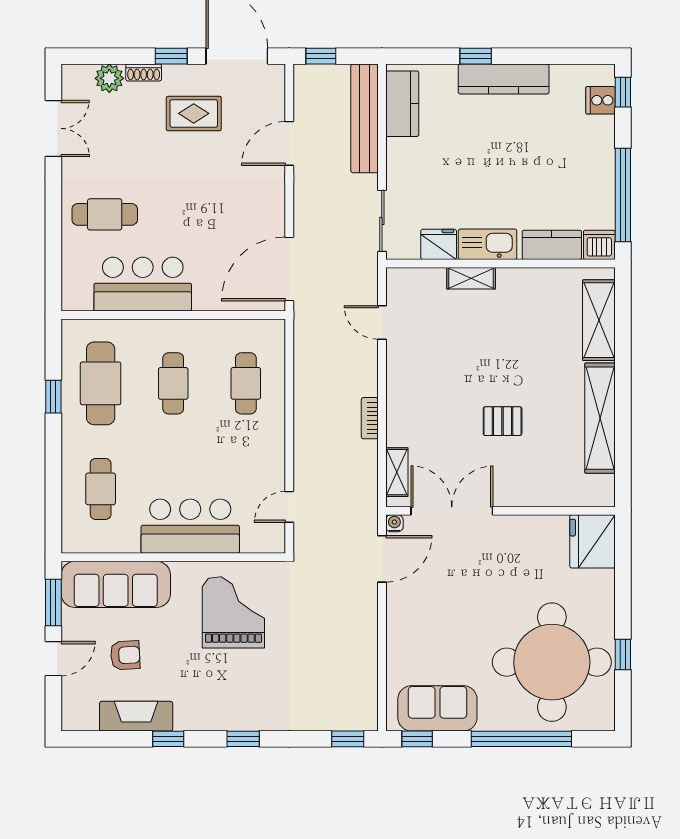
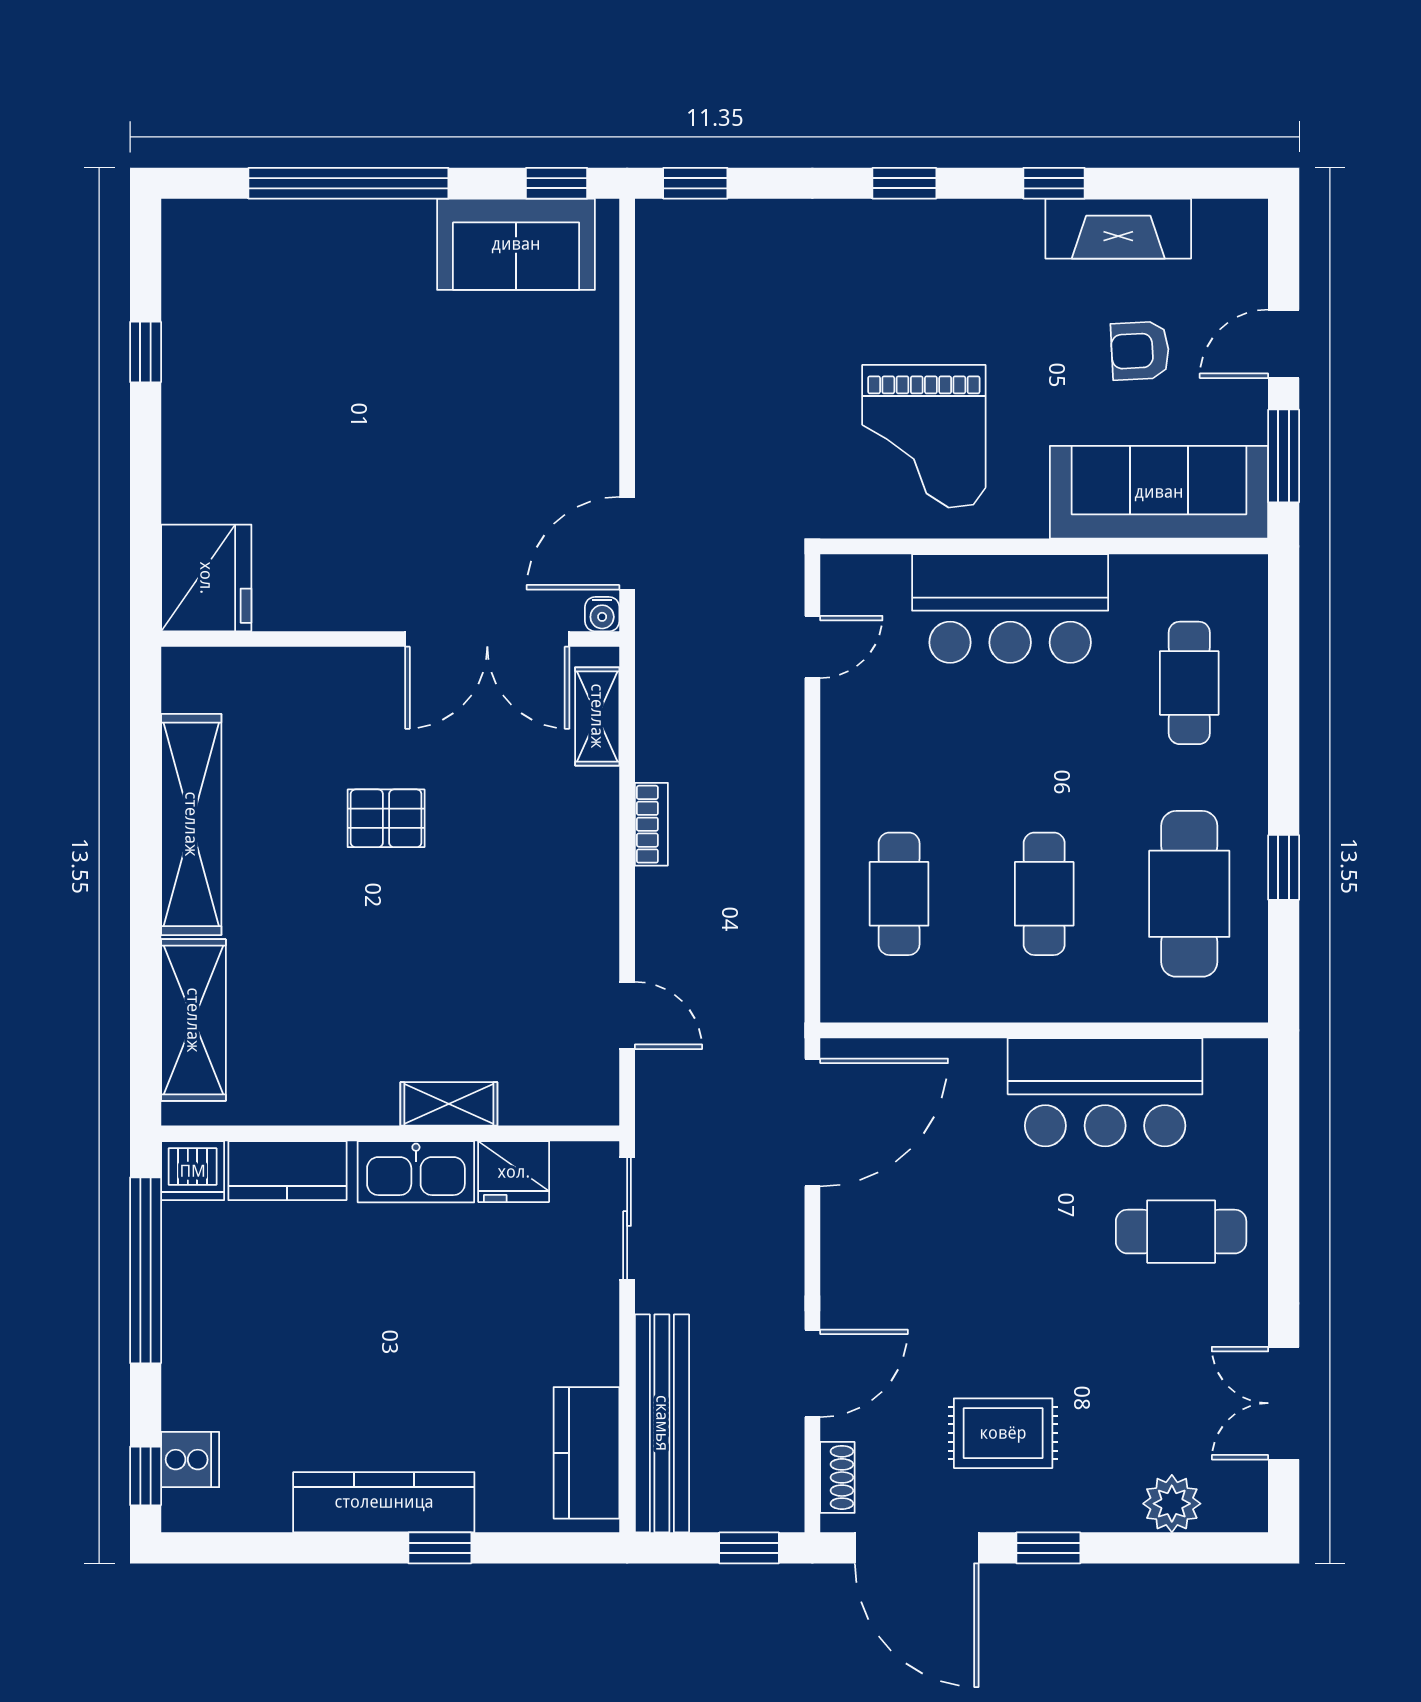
shoe rack: (144, 72) -> (837, 1477), moved, turned 90
round table: (552, 662) -> (287, 337), removed

